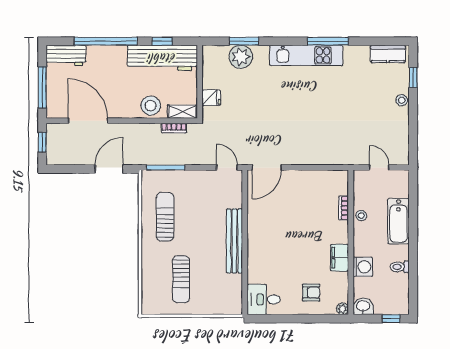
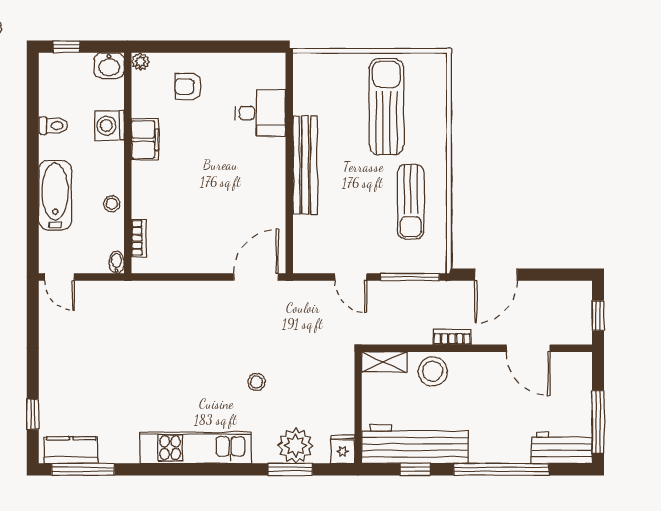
window: (328, 41) -> (83, 469), moved
window: (42, 87) -> (598, 422), moved
fridge: (211, 98) -> (343, 449), moved, turned 90
stool: (402, 100) -> (256, 382), moved
door: (88, 121) -> (528, 348), width x0.73
bookcase: (174, 128) -> (452, 337), moved
door: (227, 167) -> (351, 277), moved
door: (379, 167) -> (60, 277), moved
bidet: (358, 177) -> (117, 262), added
bookcase: (344, 208) -> (139, 238), moved
sun lounger: (181, 279) -> (386, 107), width x1.36, depth x1.34
desk: (264, 299) -> (261, 113), moved

